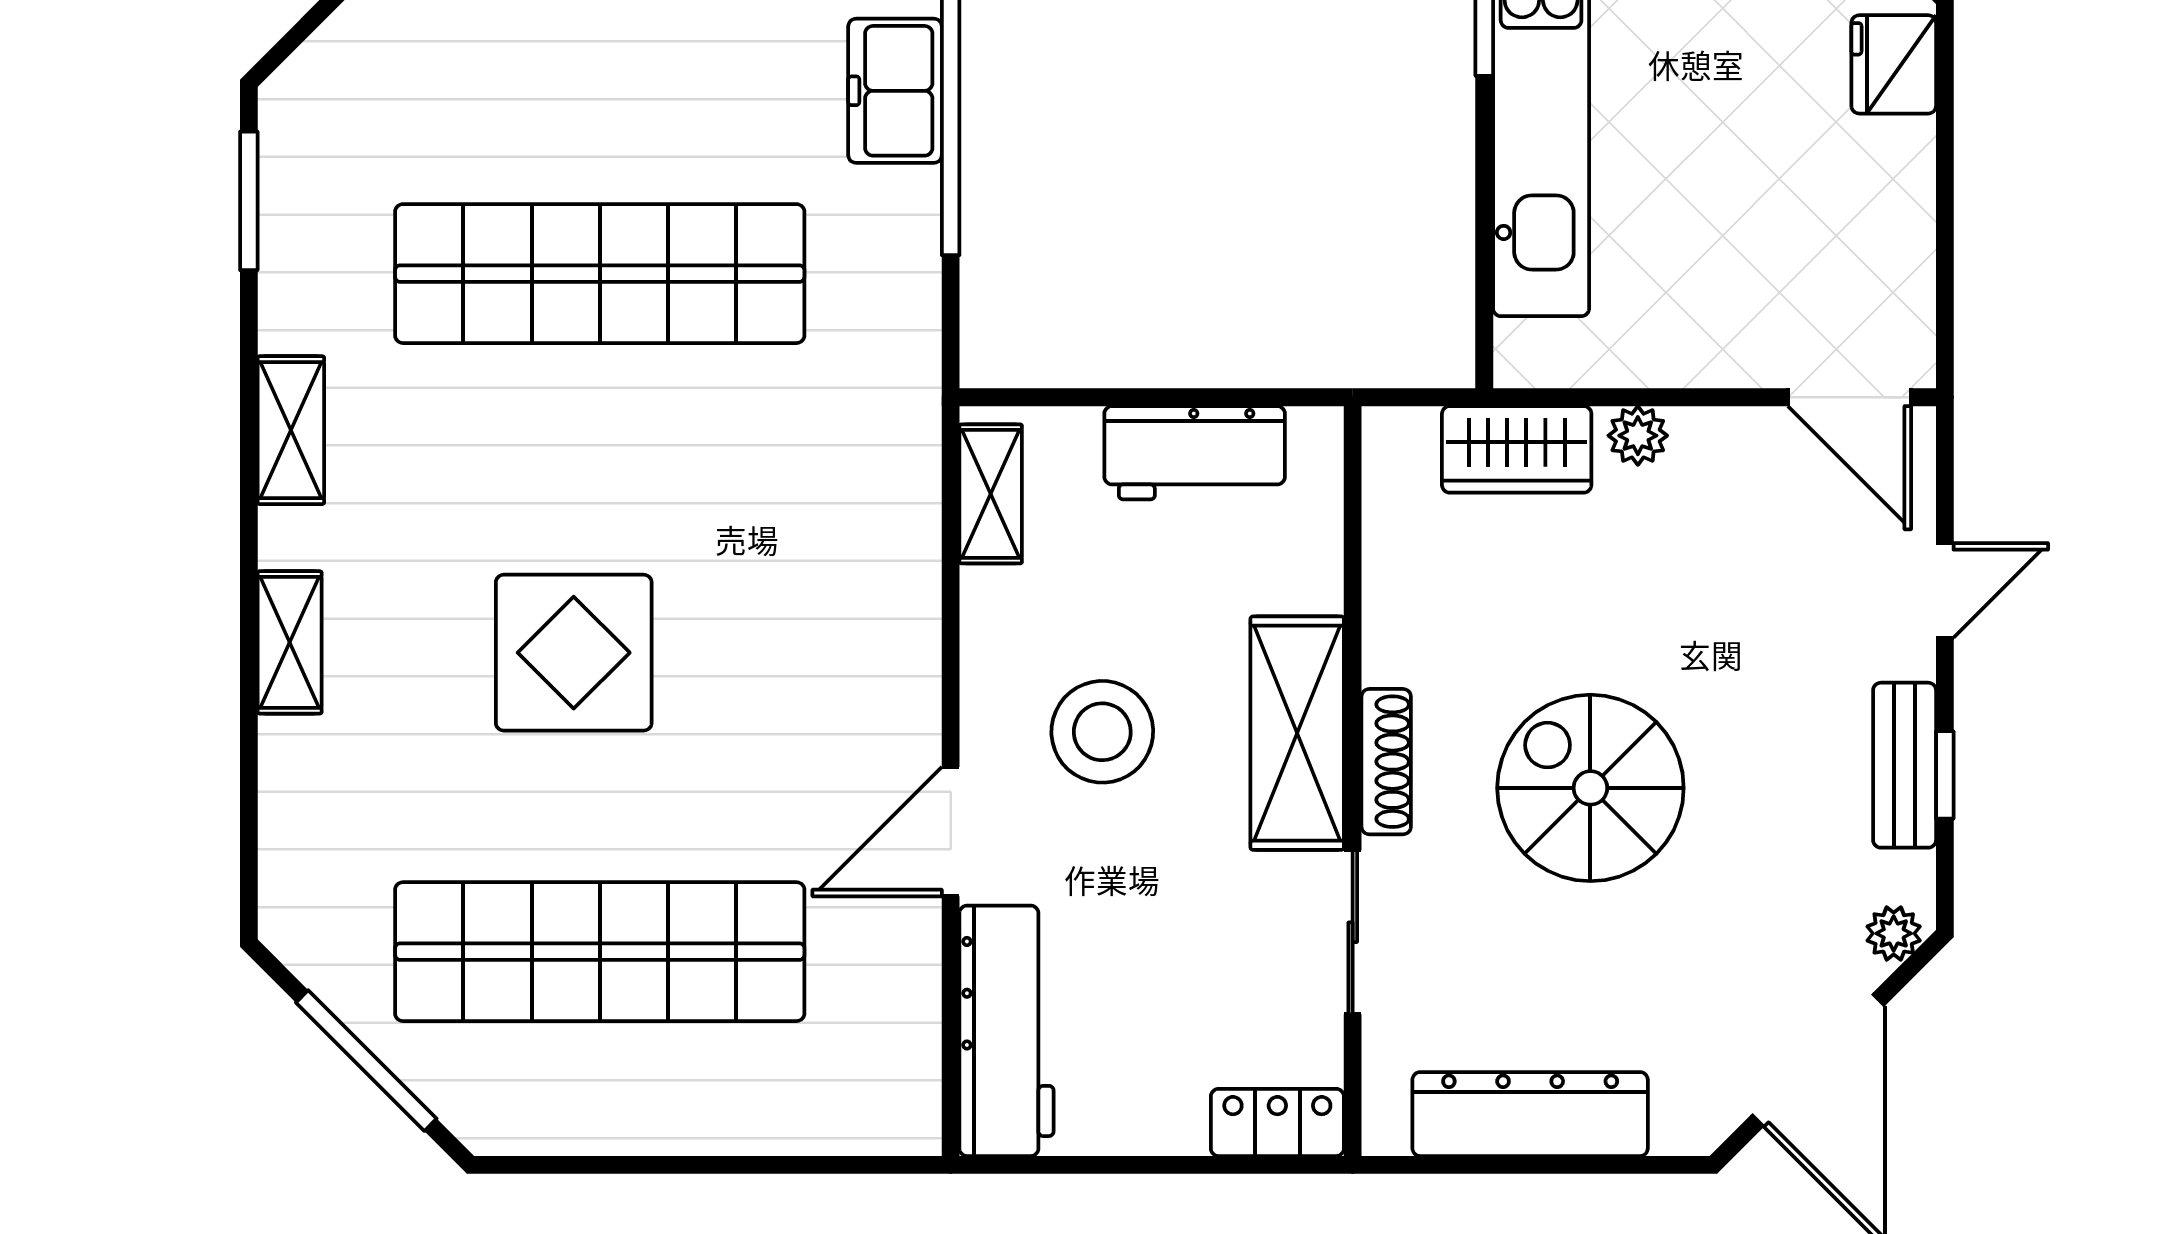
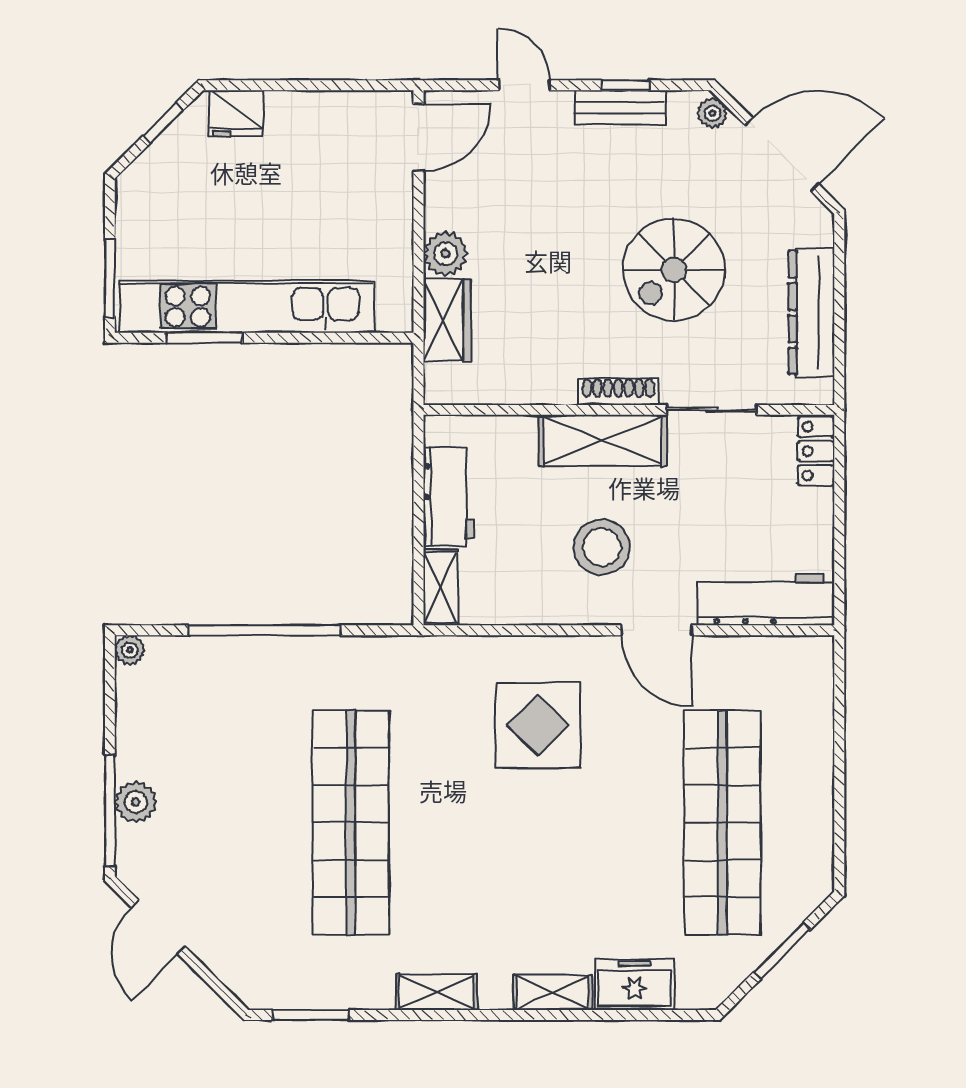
freezer: (895, 91) -> (635, 984), moved, turned 180
plant: (1638, 436) -> (446, 254), width x1.38, depth x1.38
shelving: (991, 494) -> (440, 587), moved, turned 90
display table: (574, 653) -> (538, 725), moved
spiral stairs: (1590, 788) -> (674, 270), moved
window: (366, 1061) -> (782, 951), width x0.69

